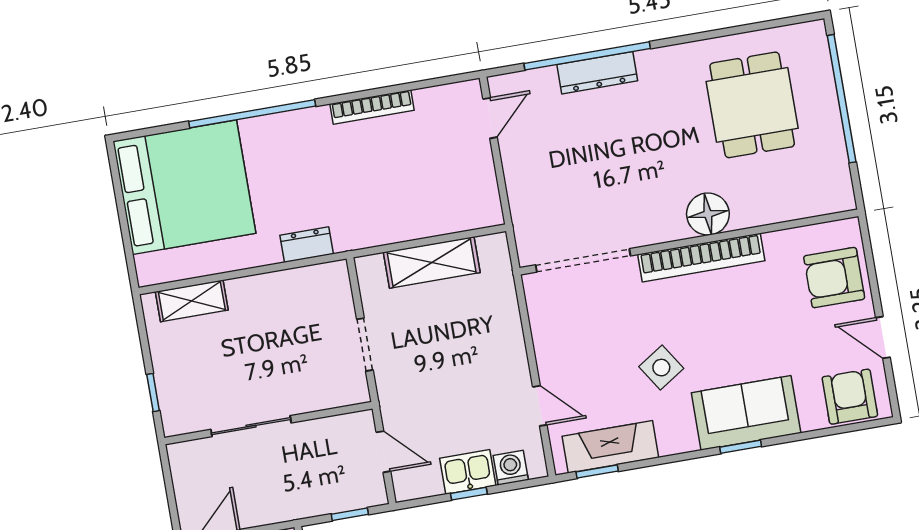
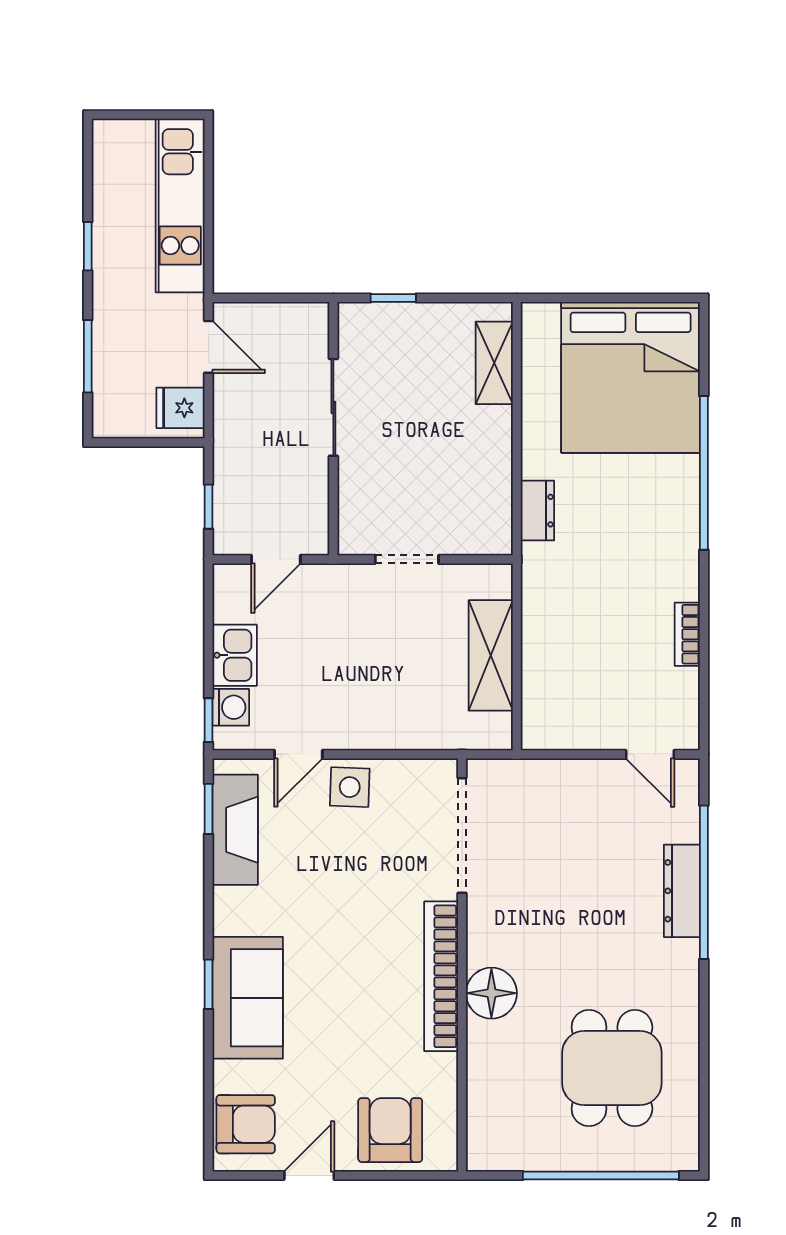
dining table: (752, 105) -> (612, 1068), turned 90
bookcase: (372, 107) -> (687, 634), width x0.64
side table: (661, 368) -> (350, 787), moved, turned 35
window: (469, 494) -> (209, 720), moved

